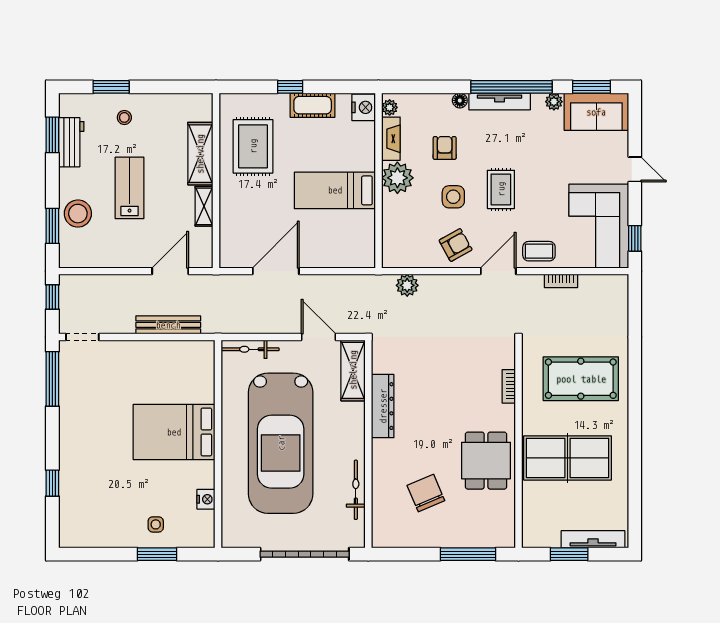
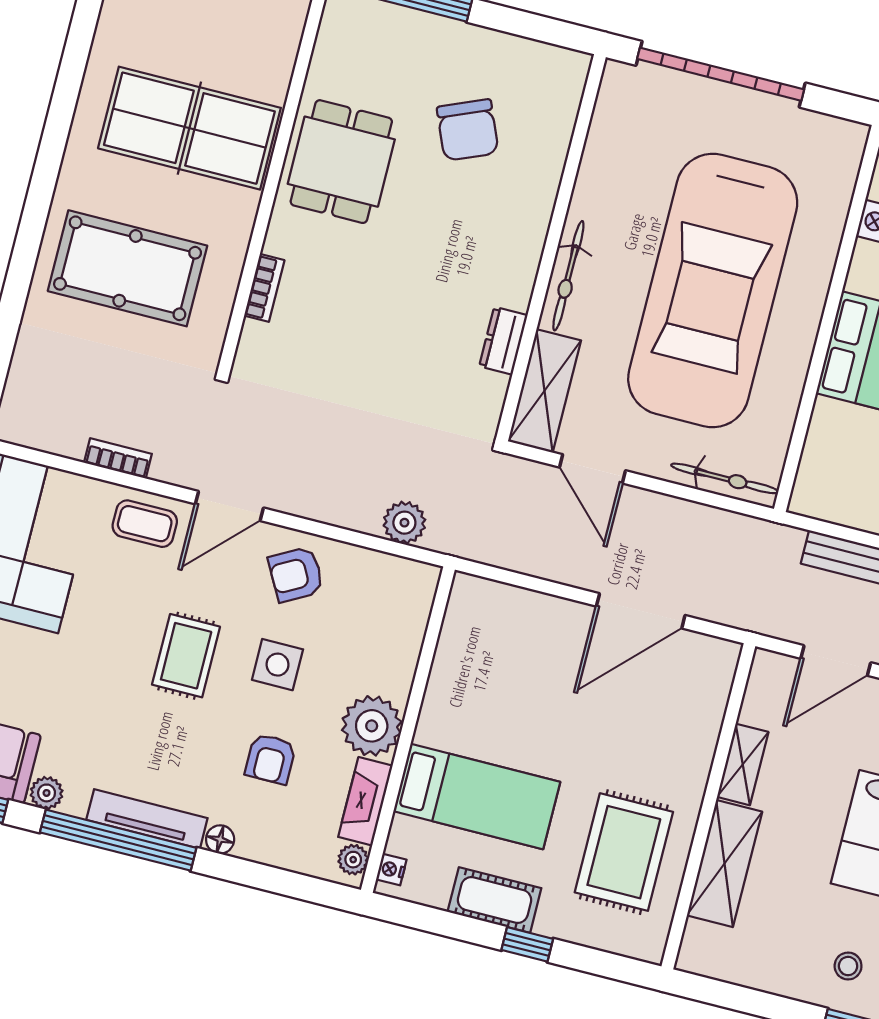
nightstand: (364, 107) -> (391, 869), width x0.53, depth x0.56
bed: (335, 190) -> (477, 796), moved
dresser: (383, 406) -> (503, 341), width x0.51, depth x0.80
car: (281, 443) -> (713, 290), turned 180
bicycle: (356, 490) -> (568, 276), moved

